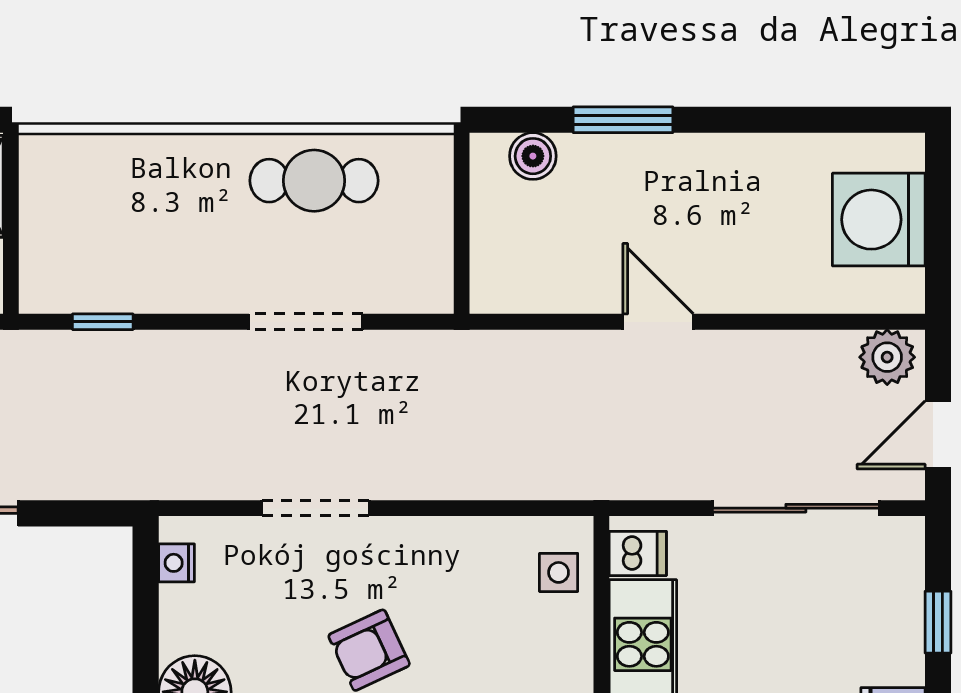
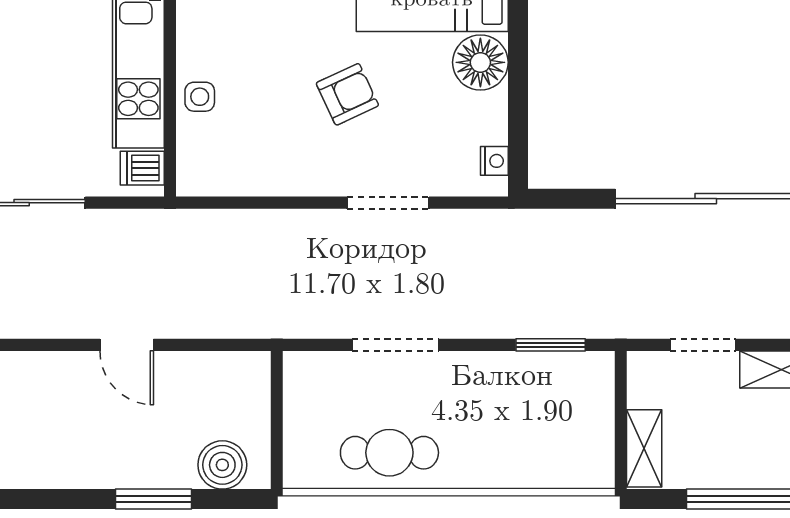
boiler: (533, 156) -> (222, 465), width x1.36, depth x1.36
window: (103, 322) -> (551, 345), width x1.50
side table: (559, 572) -> (200, 97), moved

